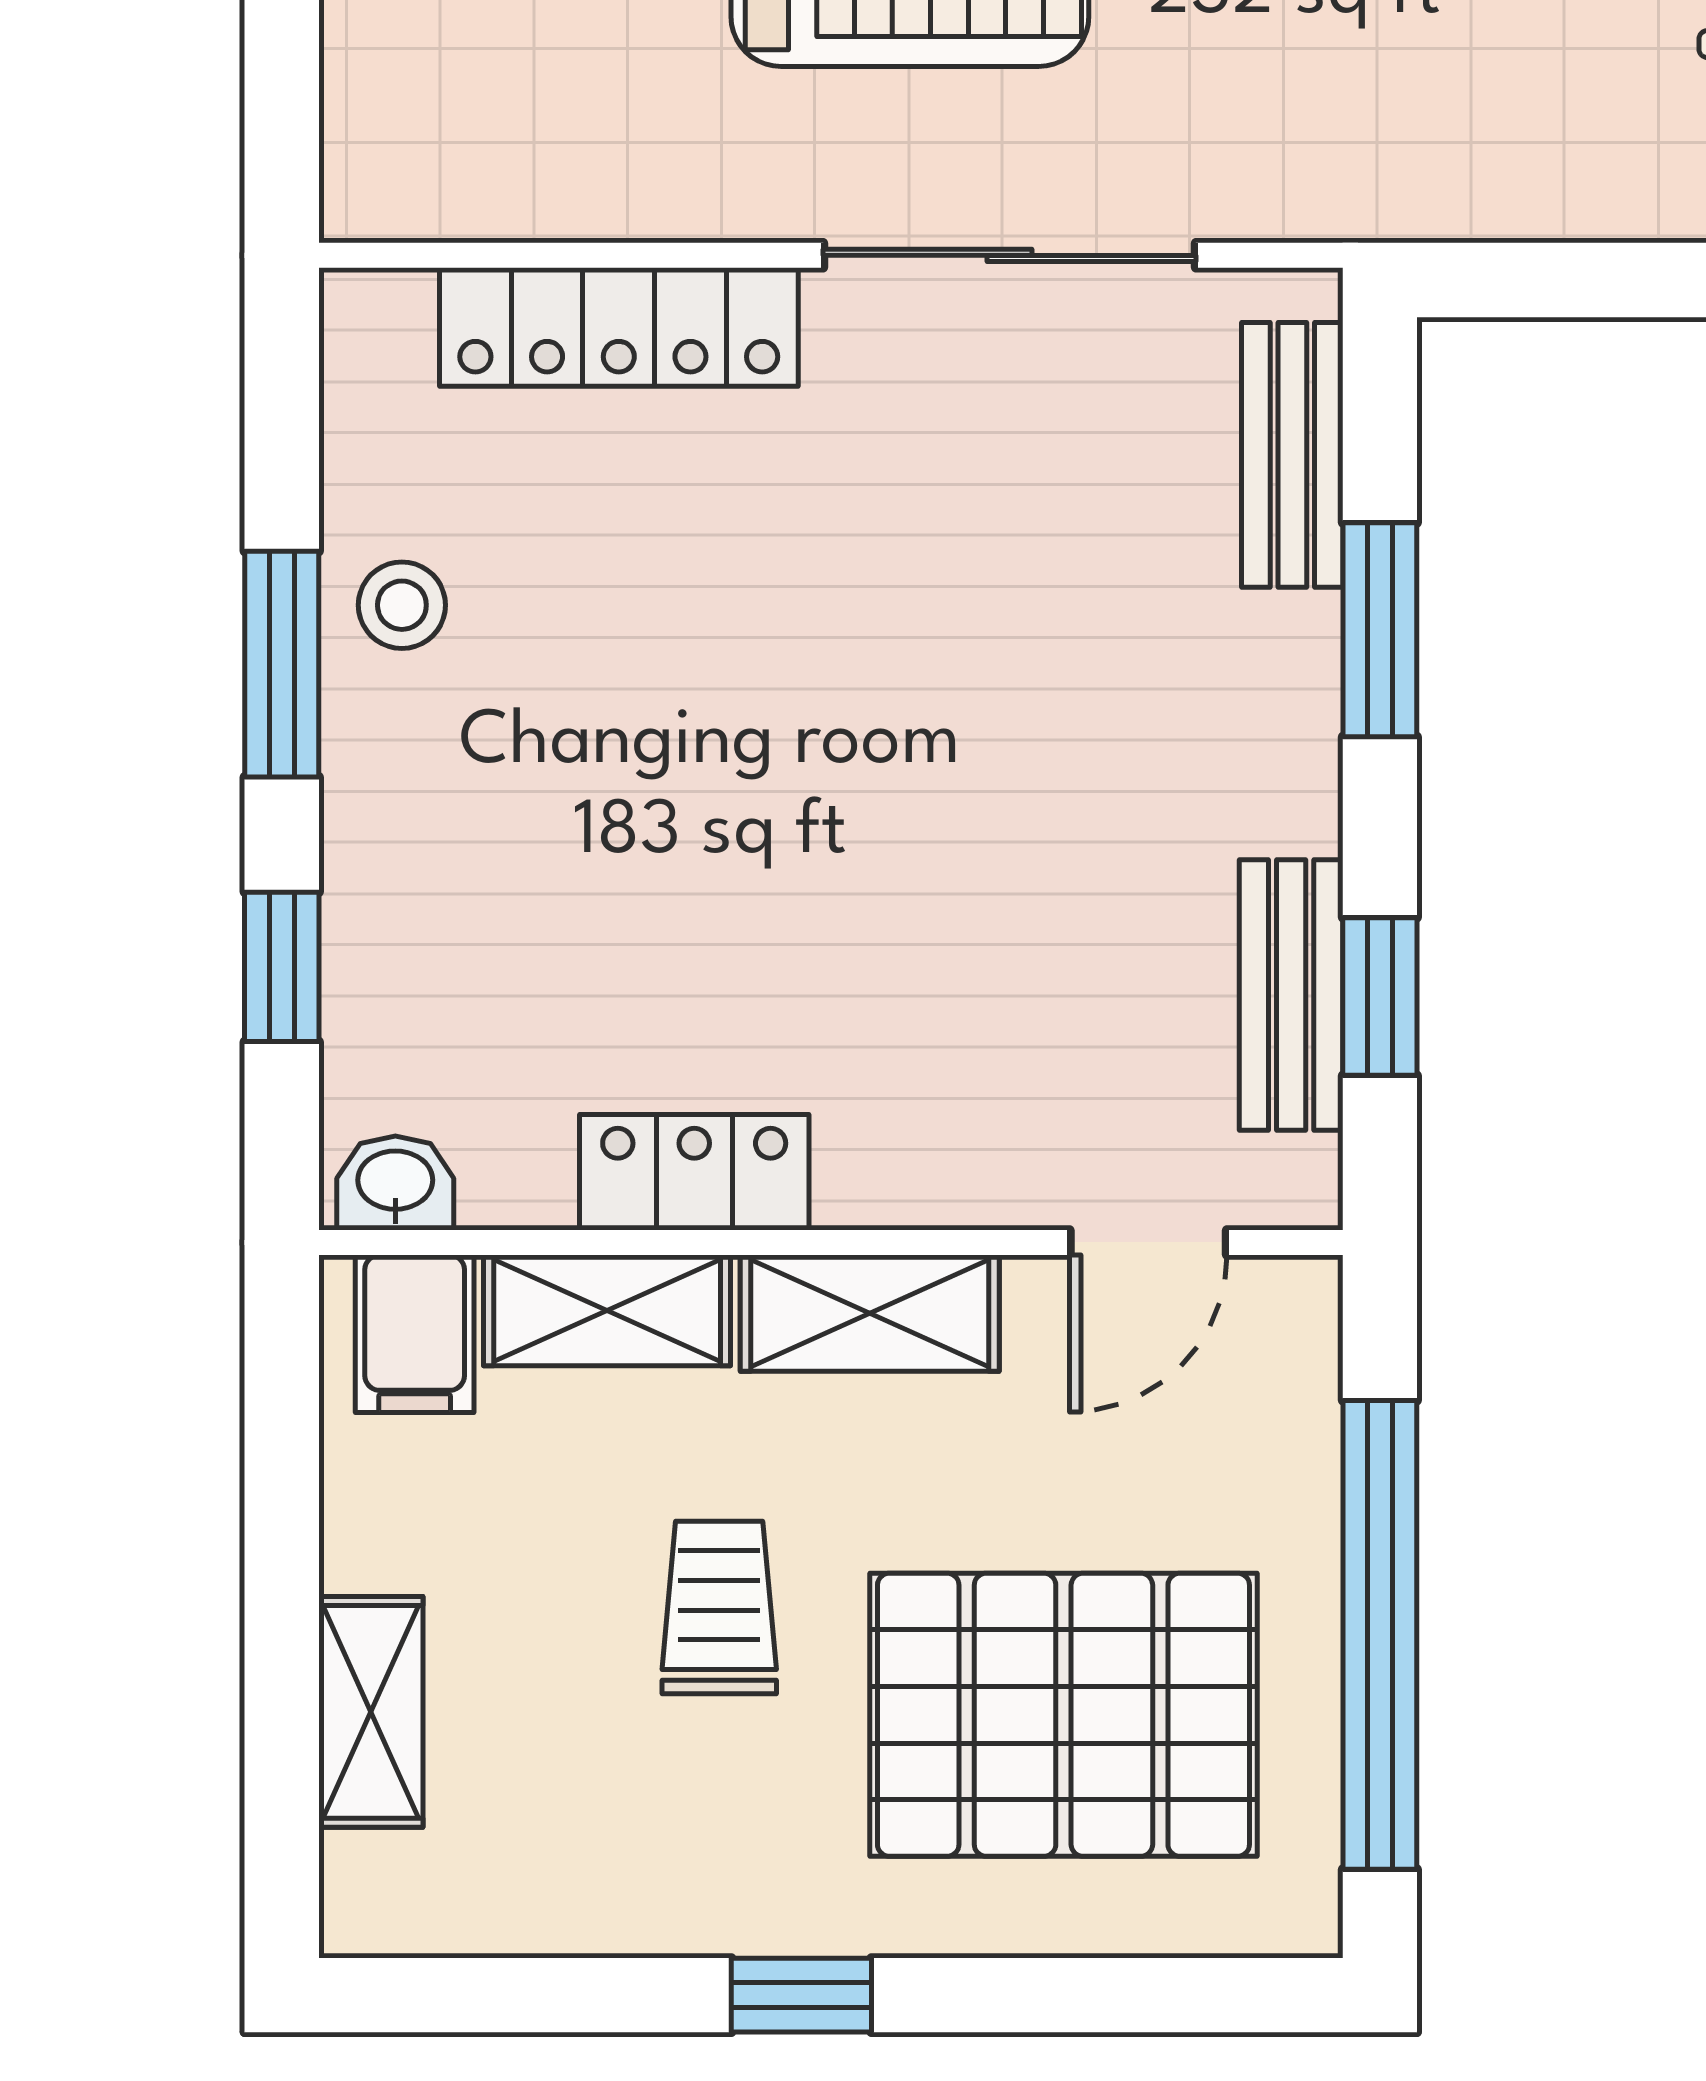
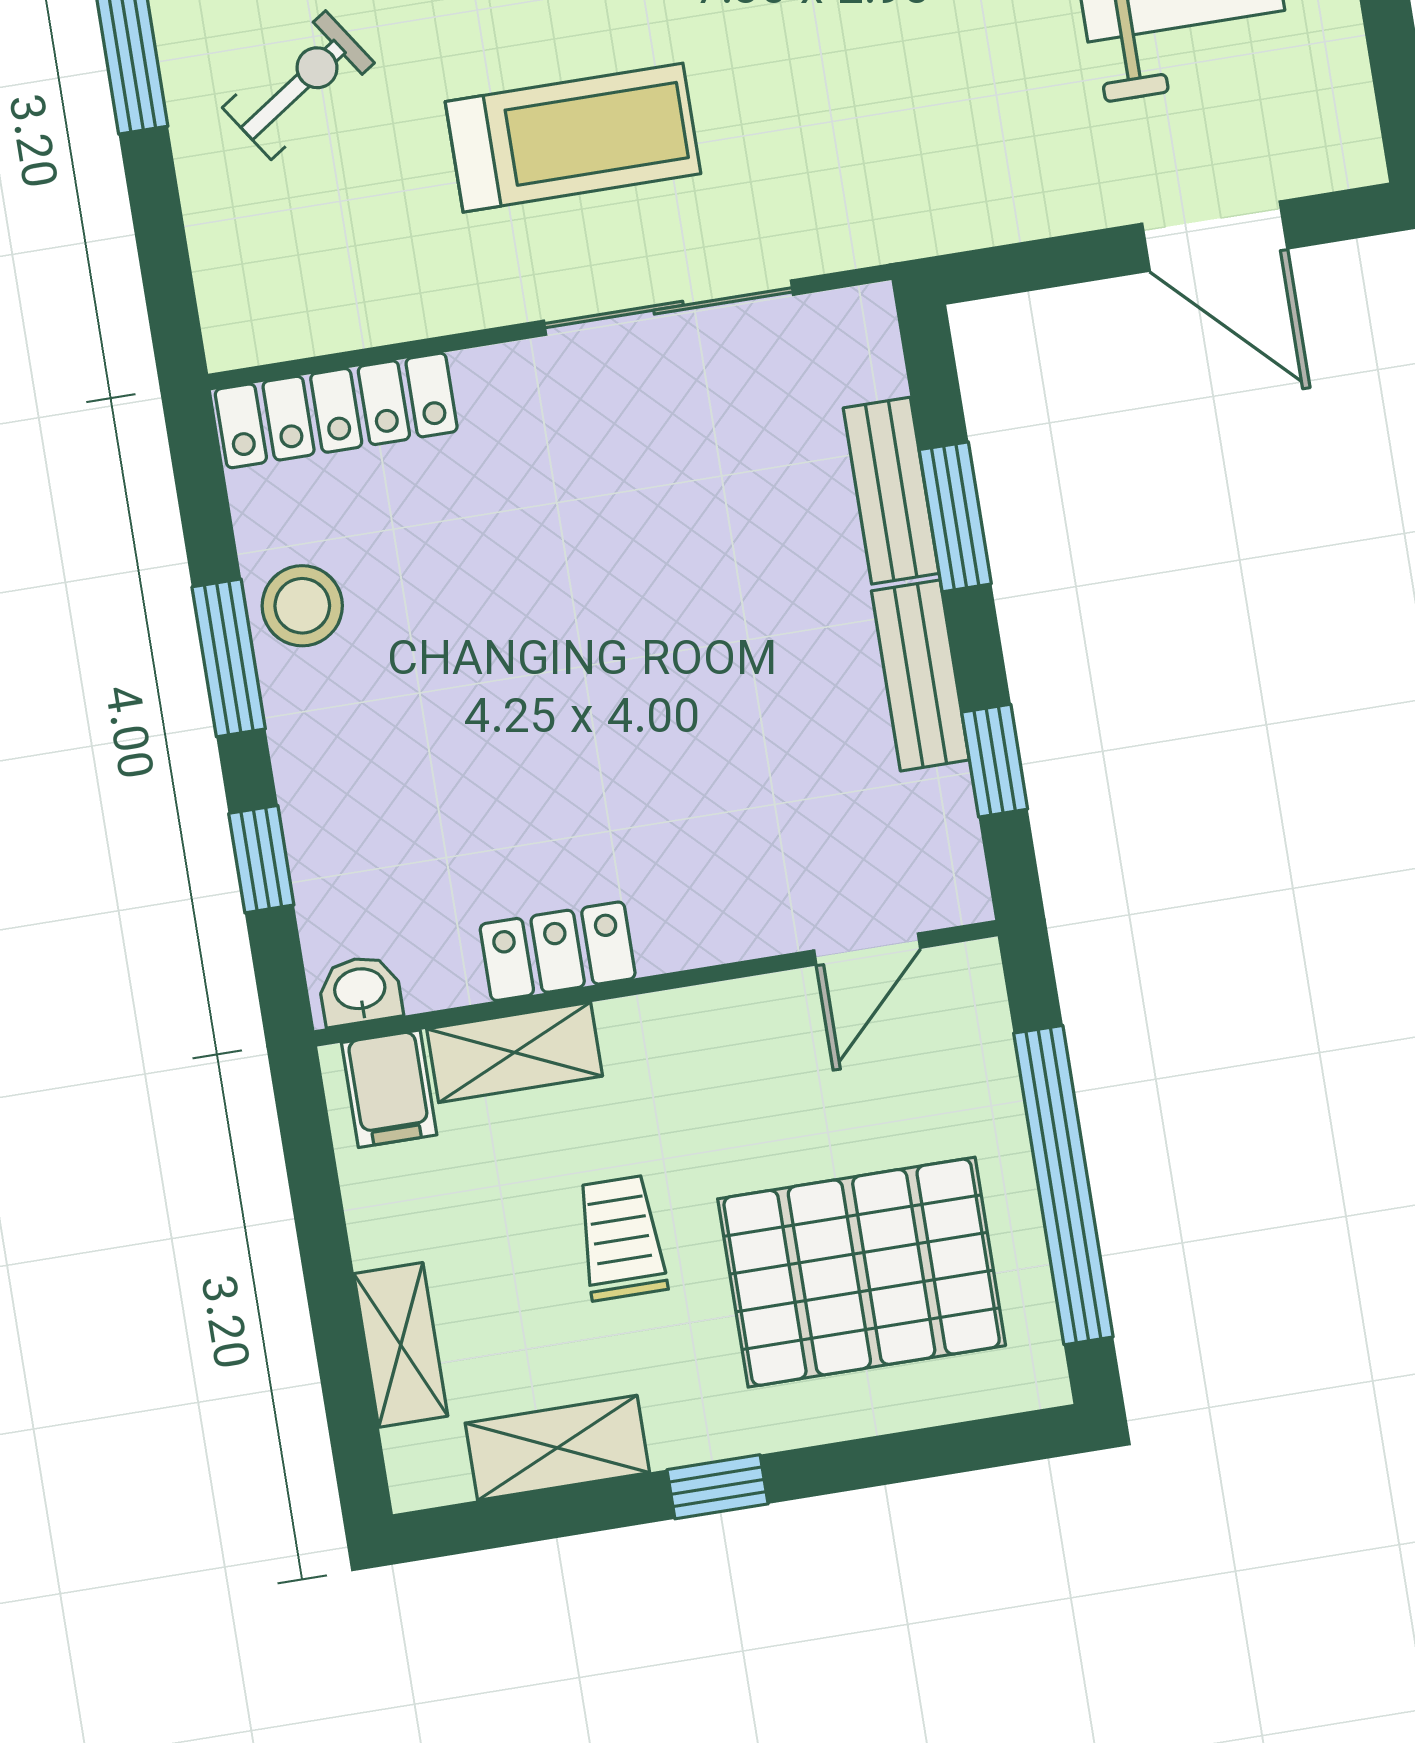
locker: (619, 327) -> (336, 410), moved
bench: (1292, 455) -> (891, 491), moved
stool: (402, 605) -> (302, 606), width x1.37, depth x1.37
bench: (1291, 995) -> (920, 675), moved
shelving: (870, 1313) -> (557, 1448), moved

